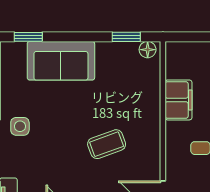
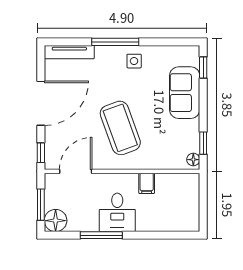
filing cabinet: (178, 100) -> (147, 183), width x0.50
coffee table: (107, 144) -> (120, 128), width x1.86, depth x1.72

